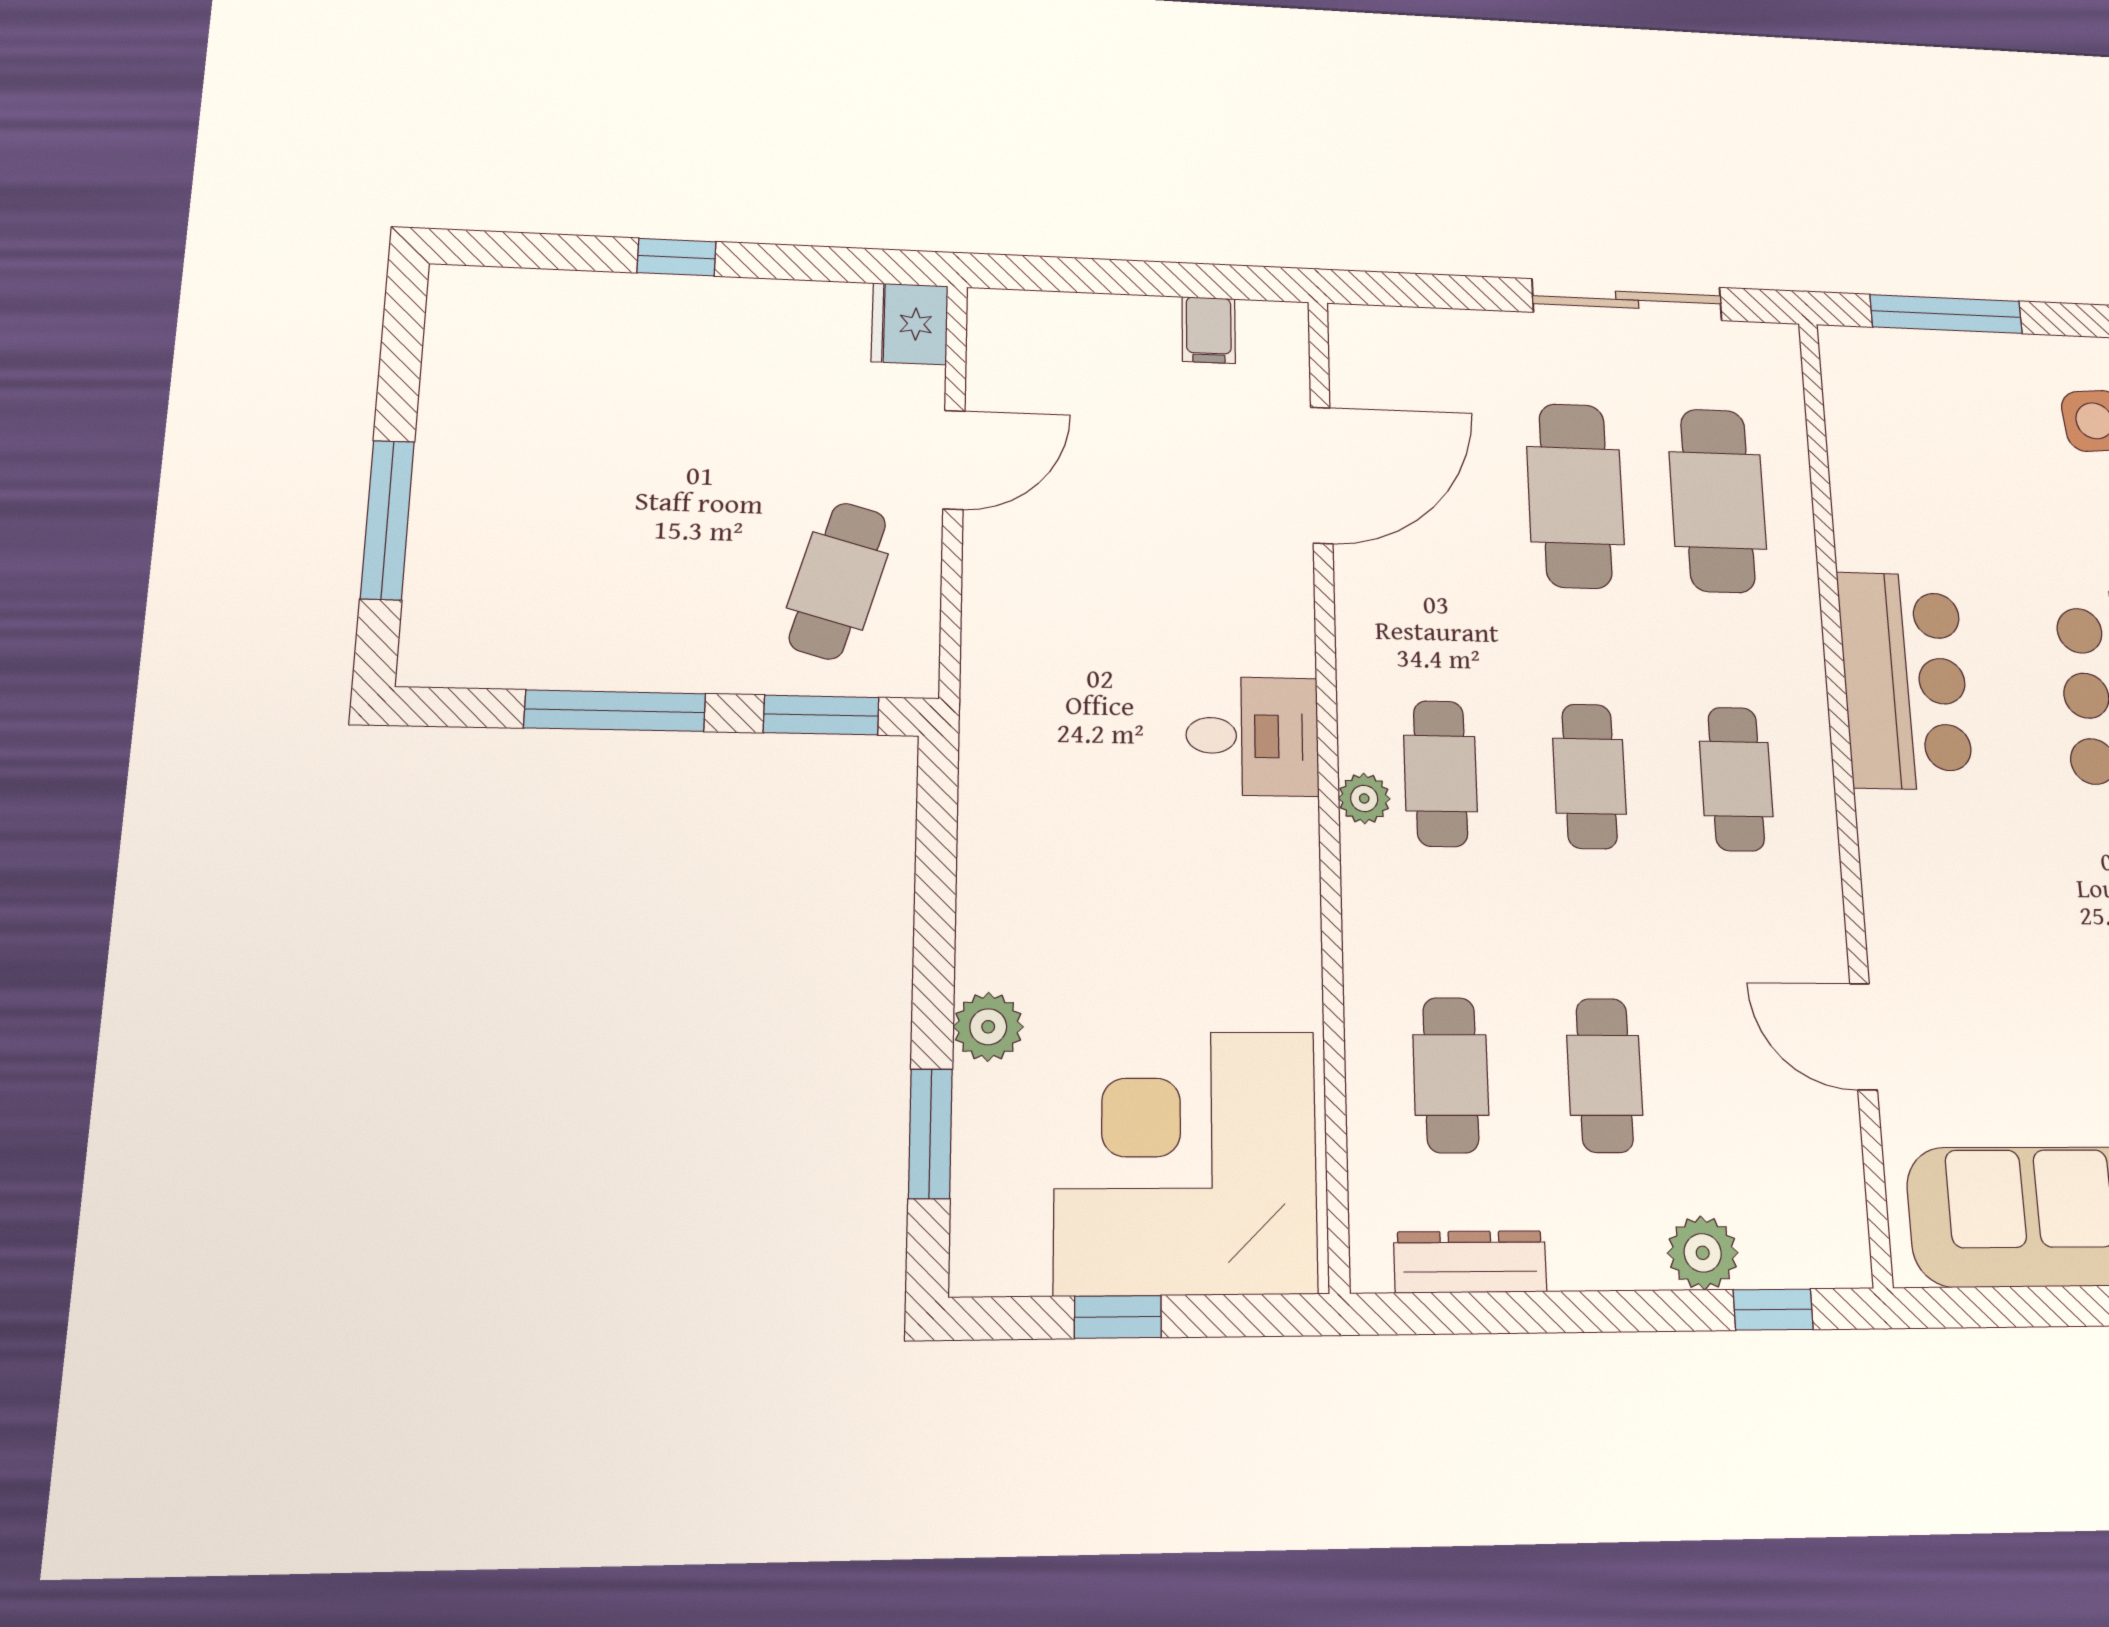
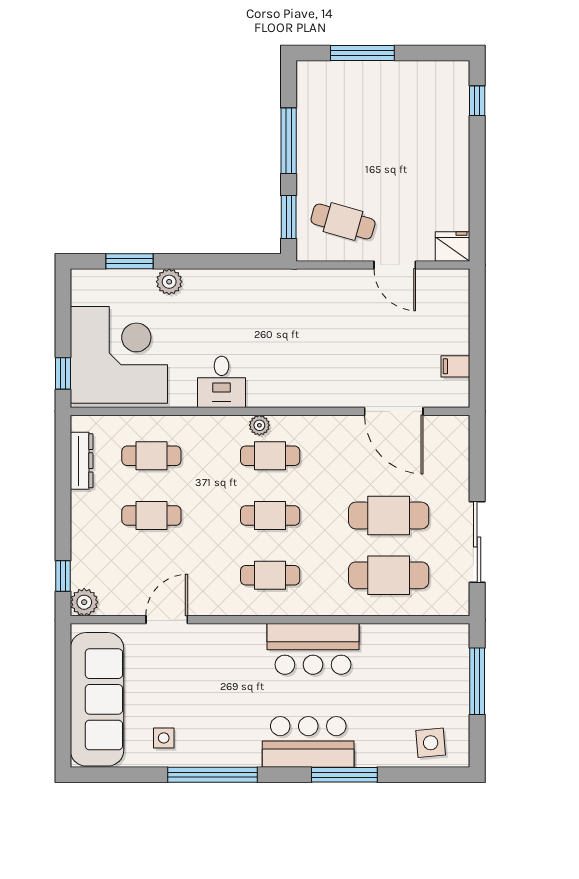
window: (676, 257) -> (477, 101), moved
desk: (1252, 736) -> (222, 382), moved
plant: (1703, 1253) -> (84, 602), moved
window: (1118, 1317) -> (63, 373), moved

